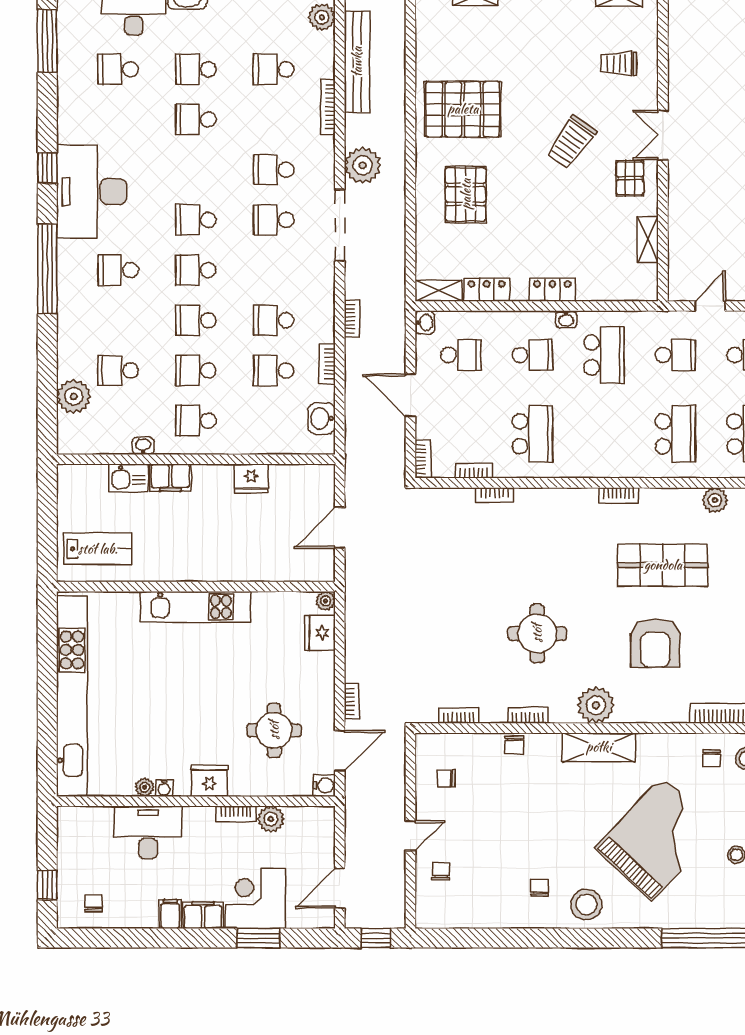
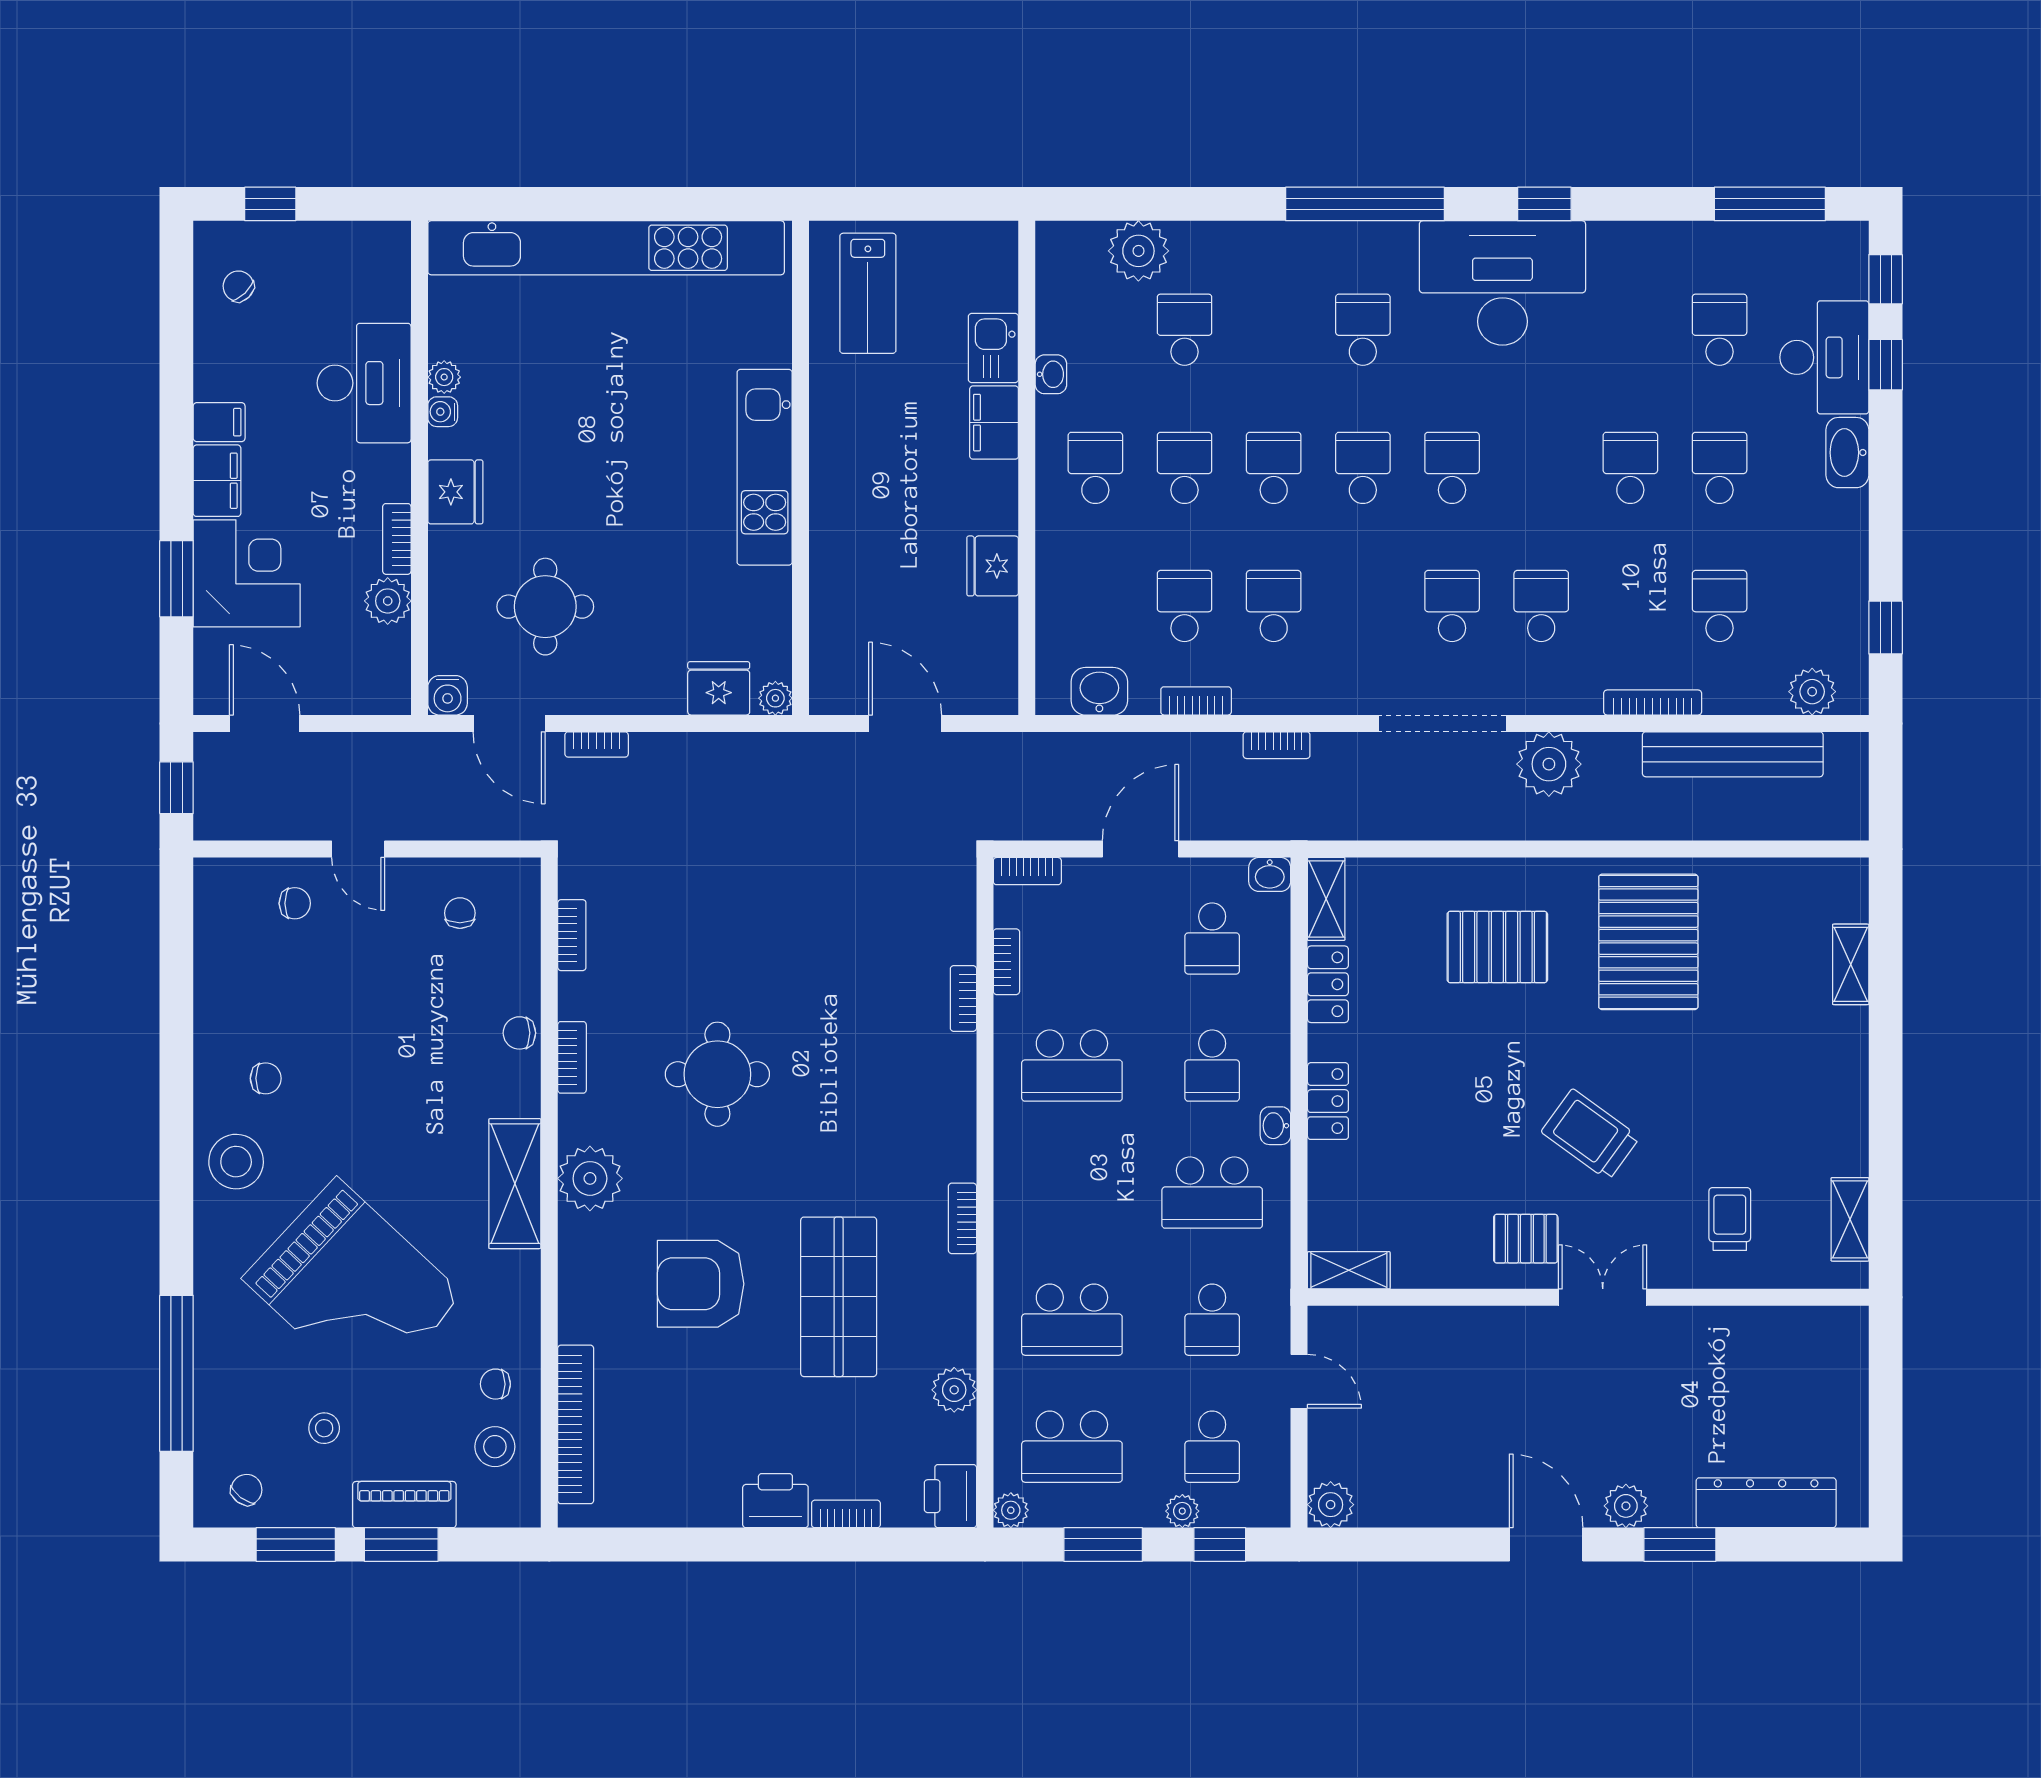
shelving: (648, 239) -> (1349, 1270), moved
chair: (94, 903) -> (238, 286), turned -134

